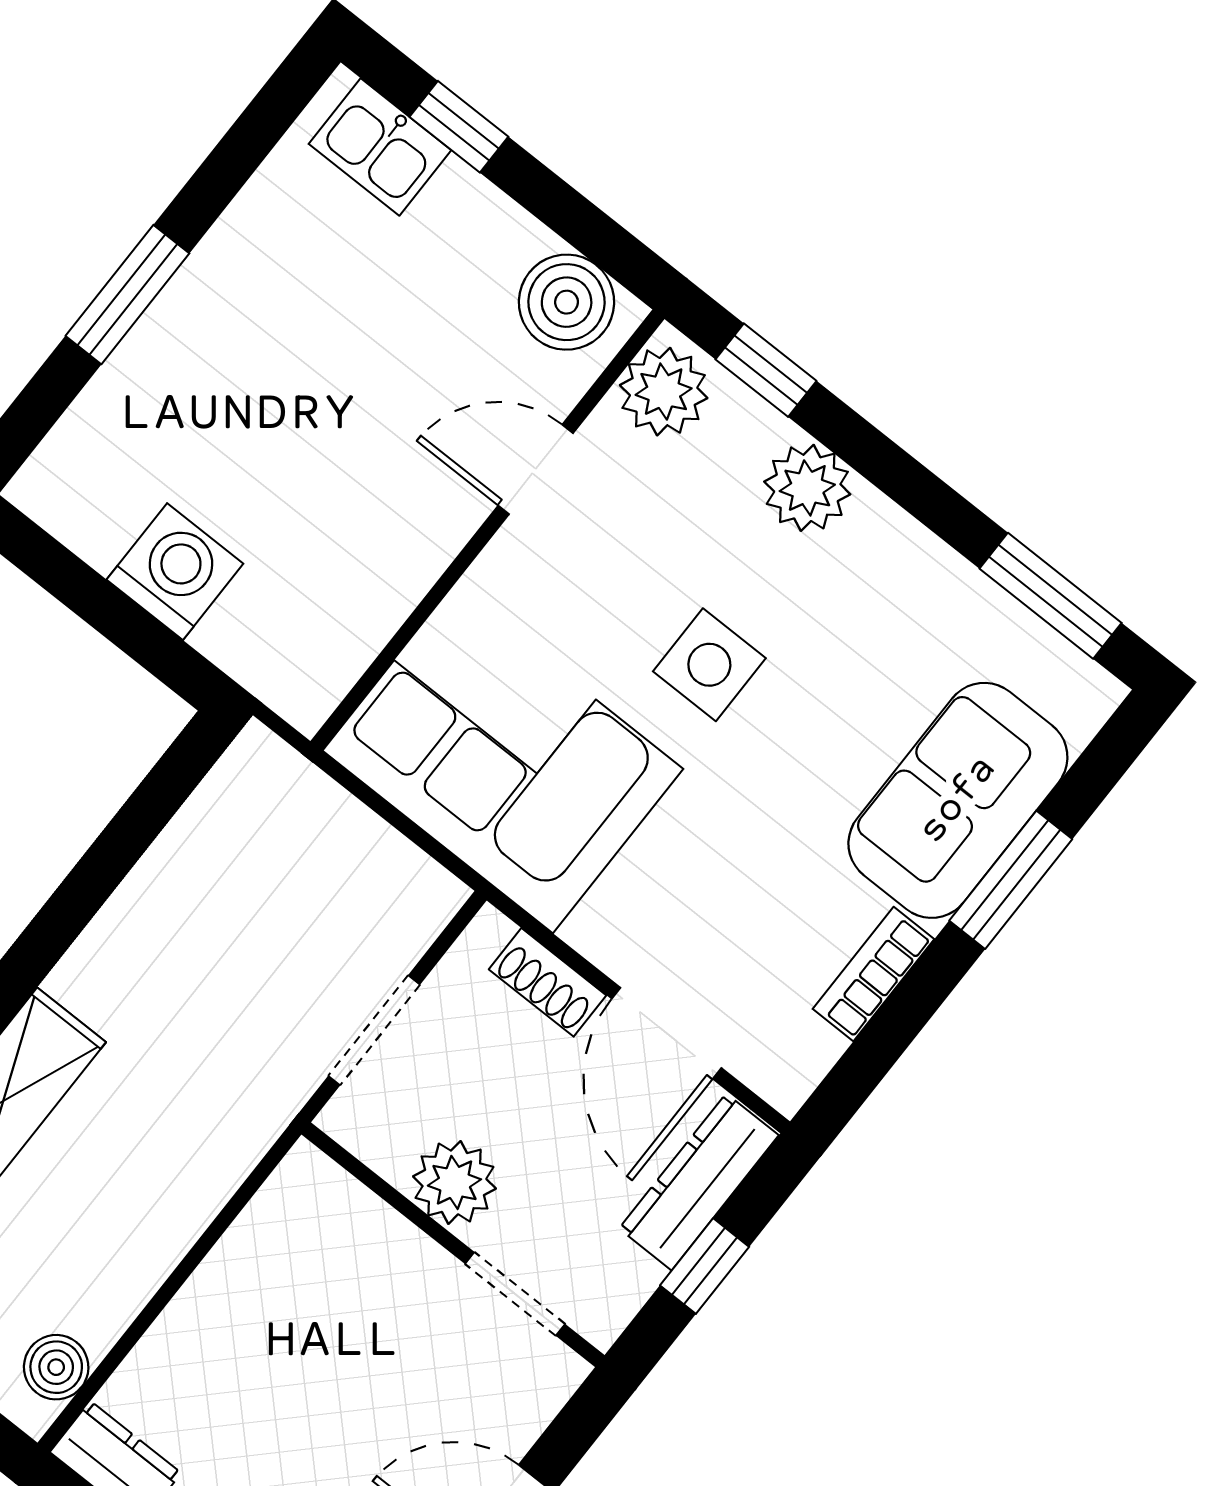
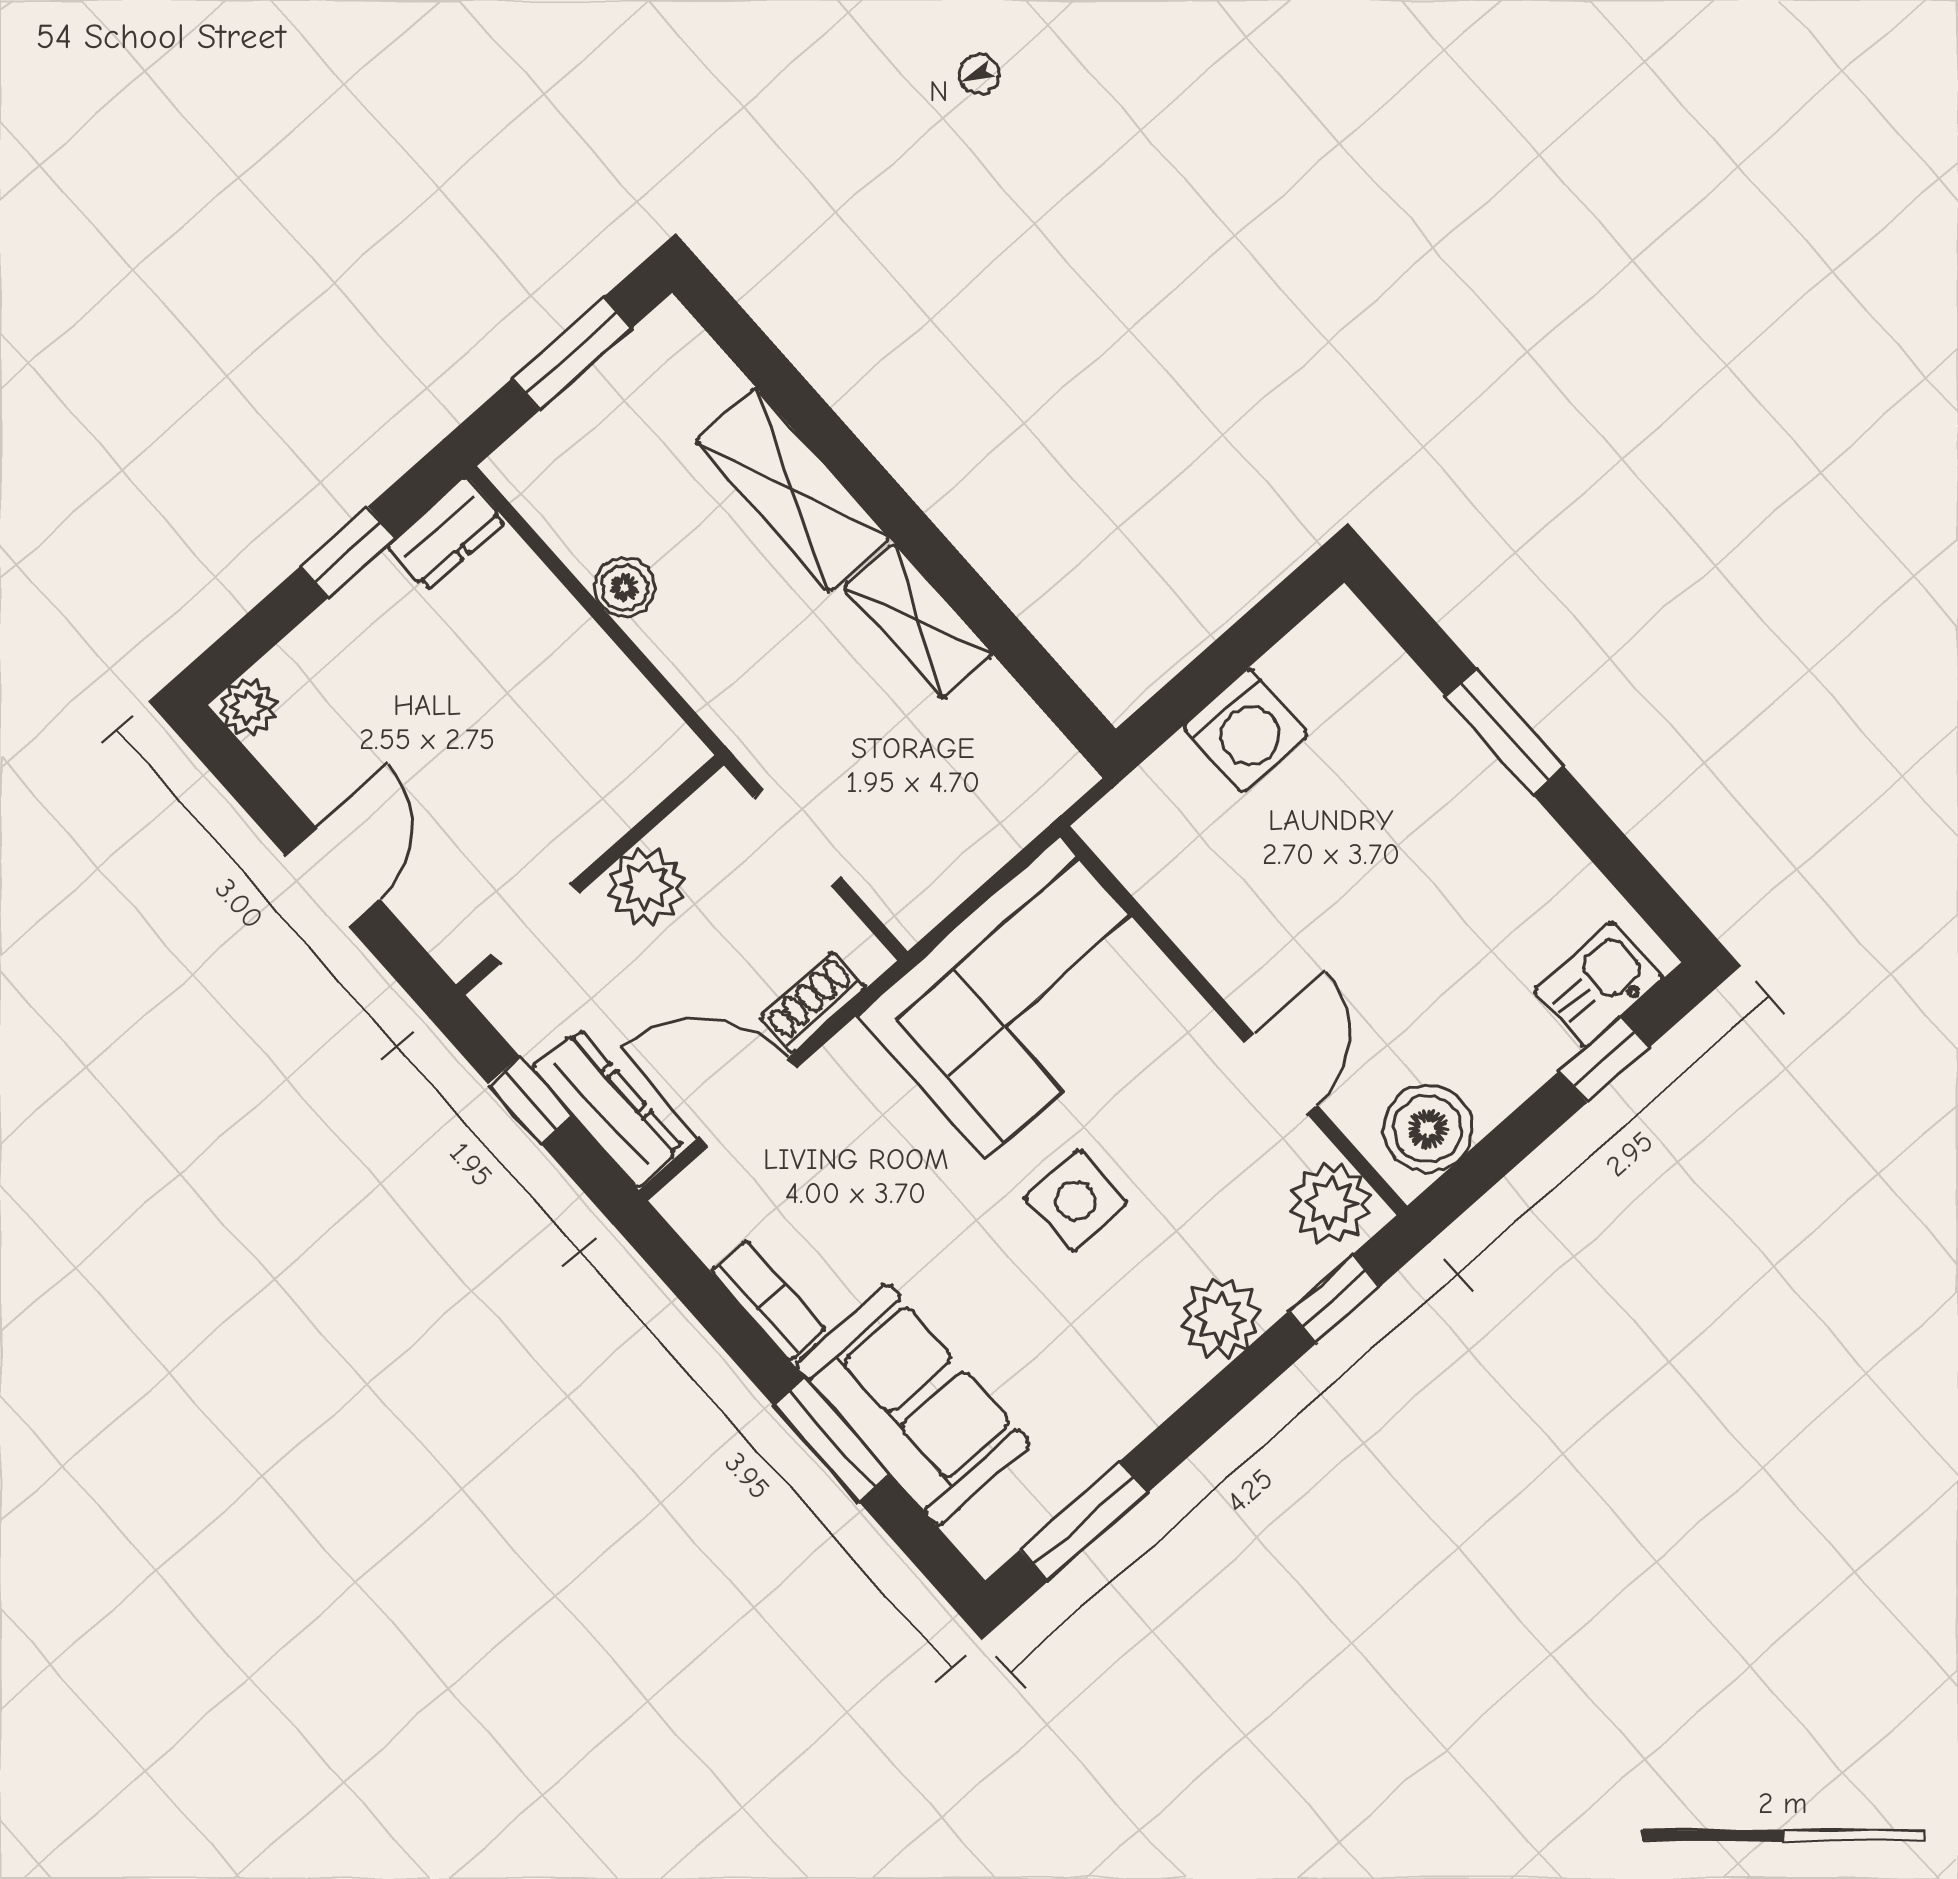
shelving: (120, 942) -> (918, 621), added
boiler: (56, 1367) -> (624, 587), moved

